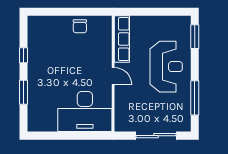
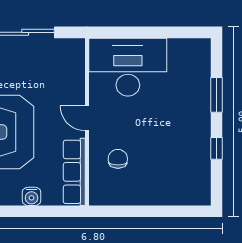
water cooler: (152, 22) -> (32, 196), added
chair: (80, 26) -> (118, 159), moved

